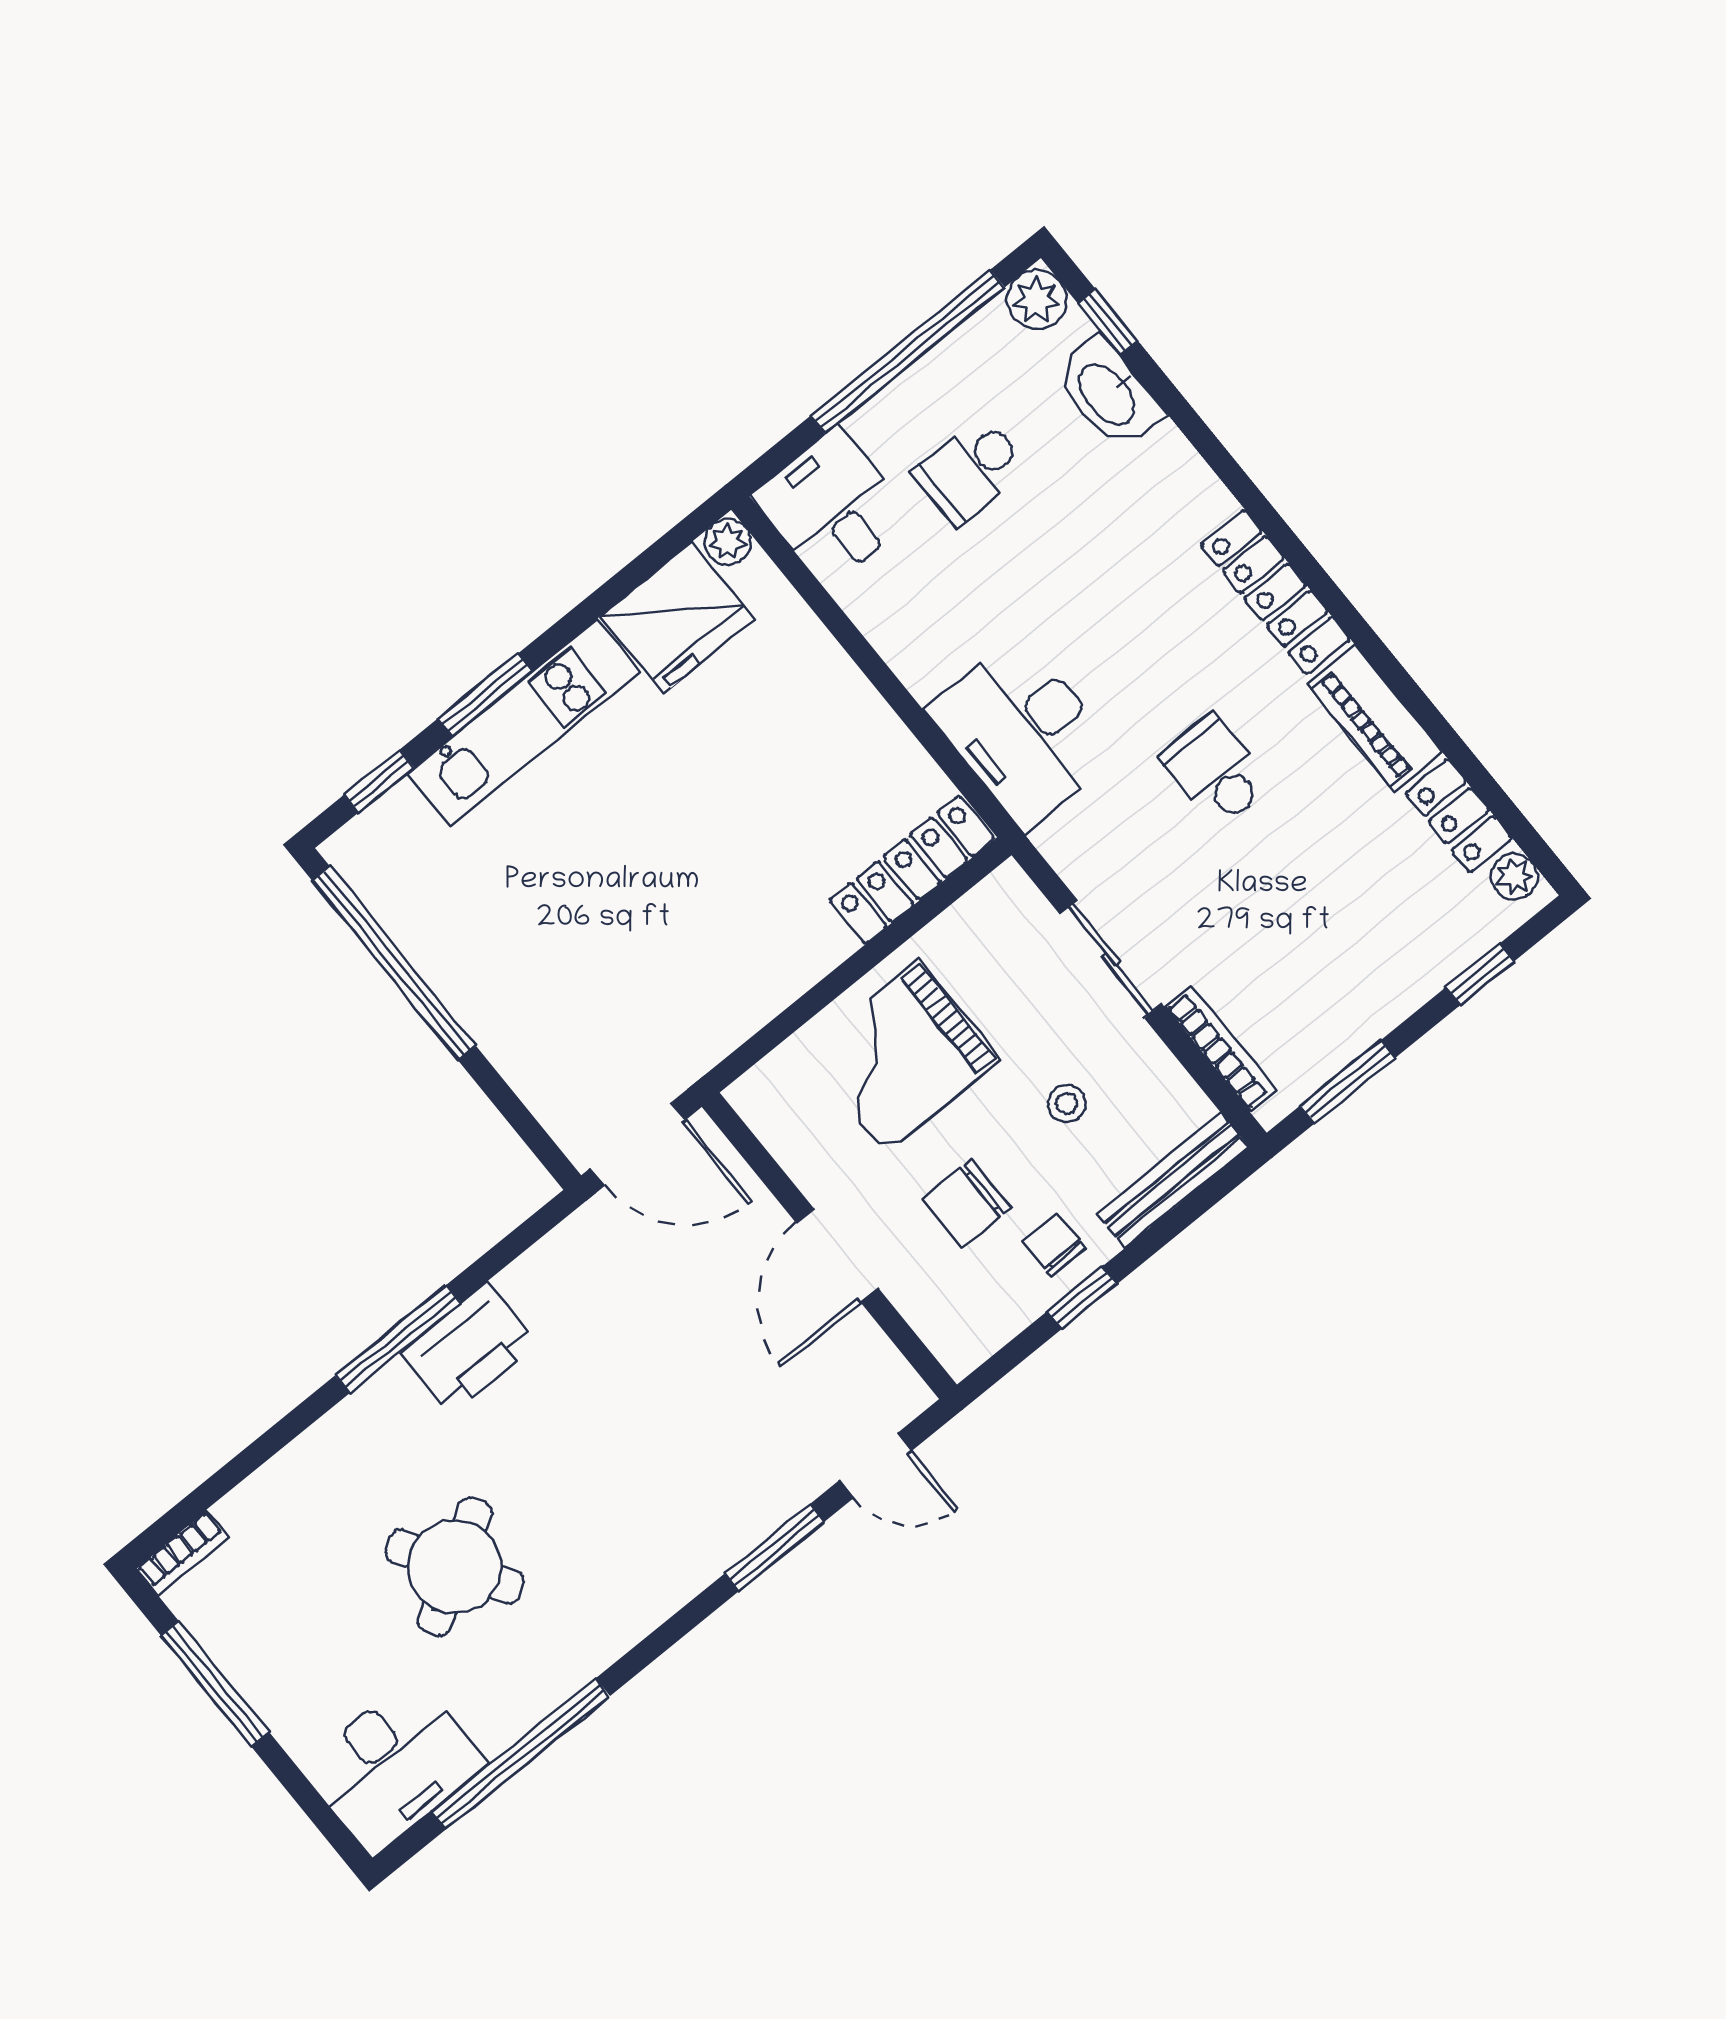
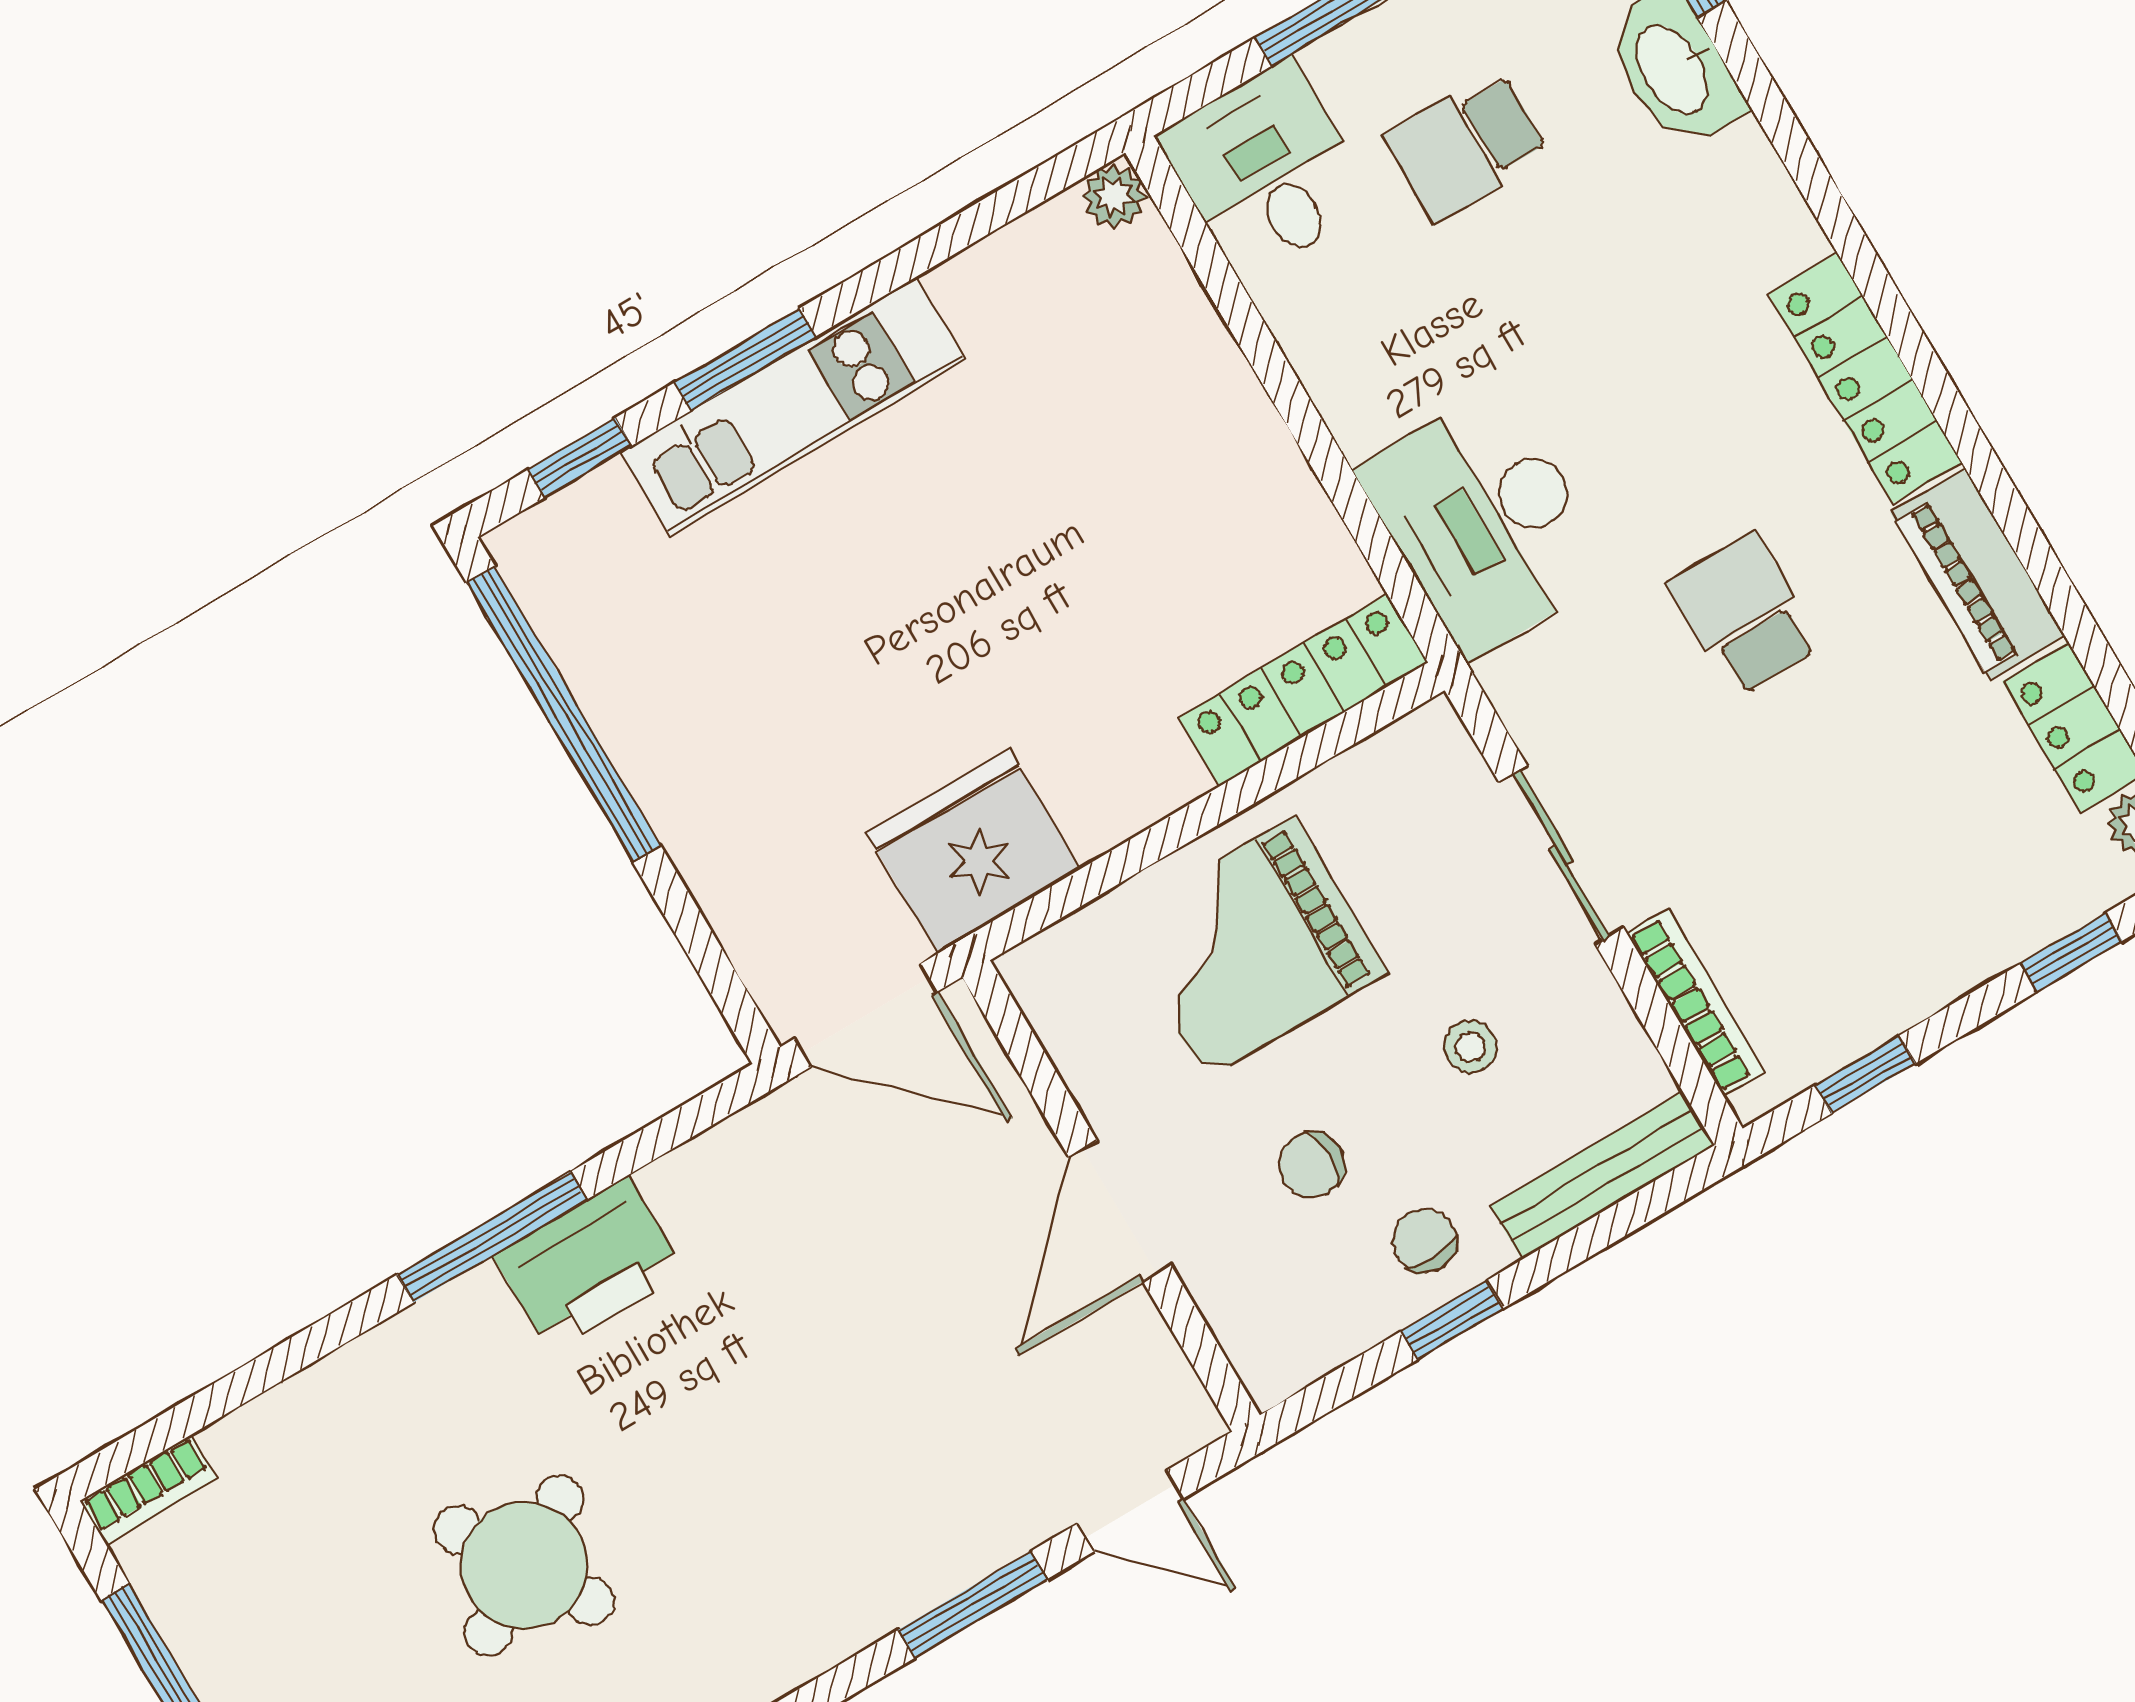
fridge: (678, 618) -> (973, 851), moved, turned 180
window: (1348, 1082) -> (1865, 1074), width x0.67
chair: (967, 1203) -> (1312, 1165), width x0.73, depth x0.73

